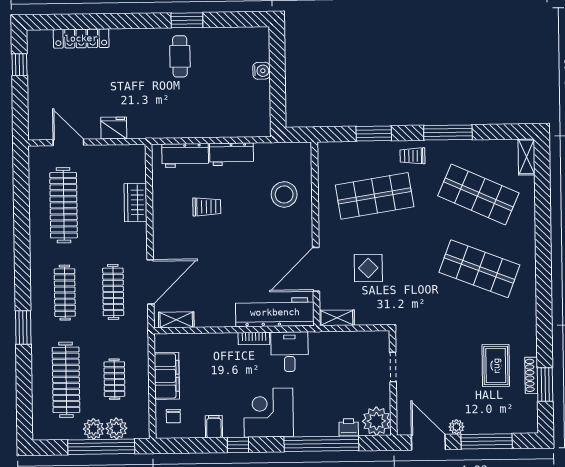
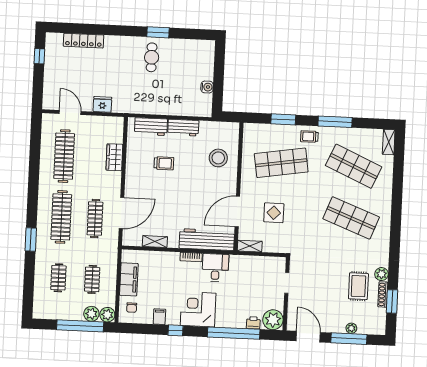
water cooler: (261, 71) -> (207, 87), moved
clothes rail: (65, 293) -> (61, 217), width x1.37, depth x1.31
shelving: (176, 320) -> (155, 242), moved
plant: (528, 346) -> (382, 274), added
clothes rail: (66, 380) -> (58, 278), width x0.54, depth x0.76
plant: (456, 427) -> (351, 328), moved
plant: (94, 429) -> (107, 315), moved

